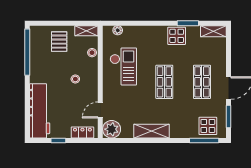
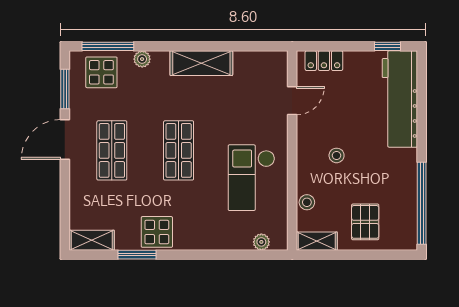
plant: (112, 129) -> (142, 59), moved, width x0.53, depth x0.53
window: (58, 141) -> (388, 46), moved

